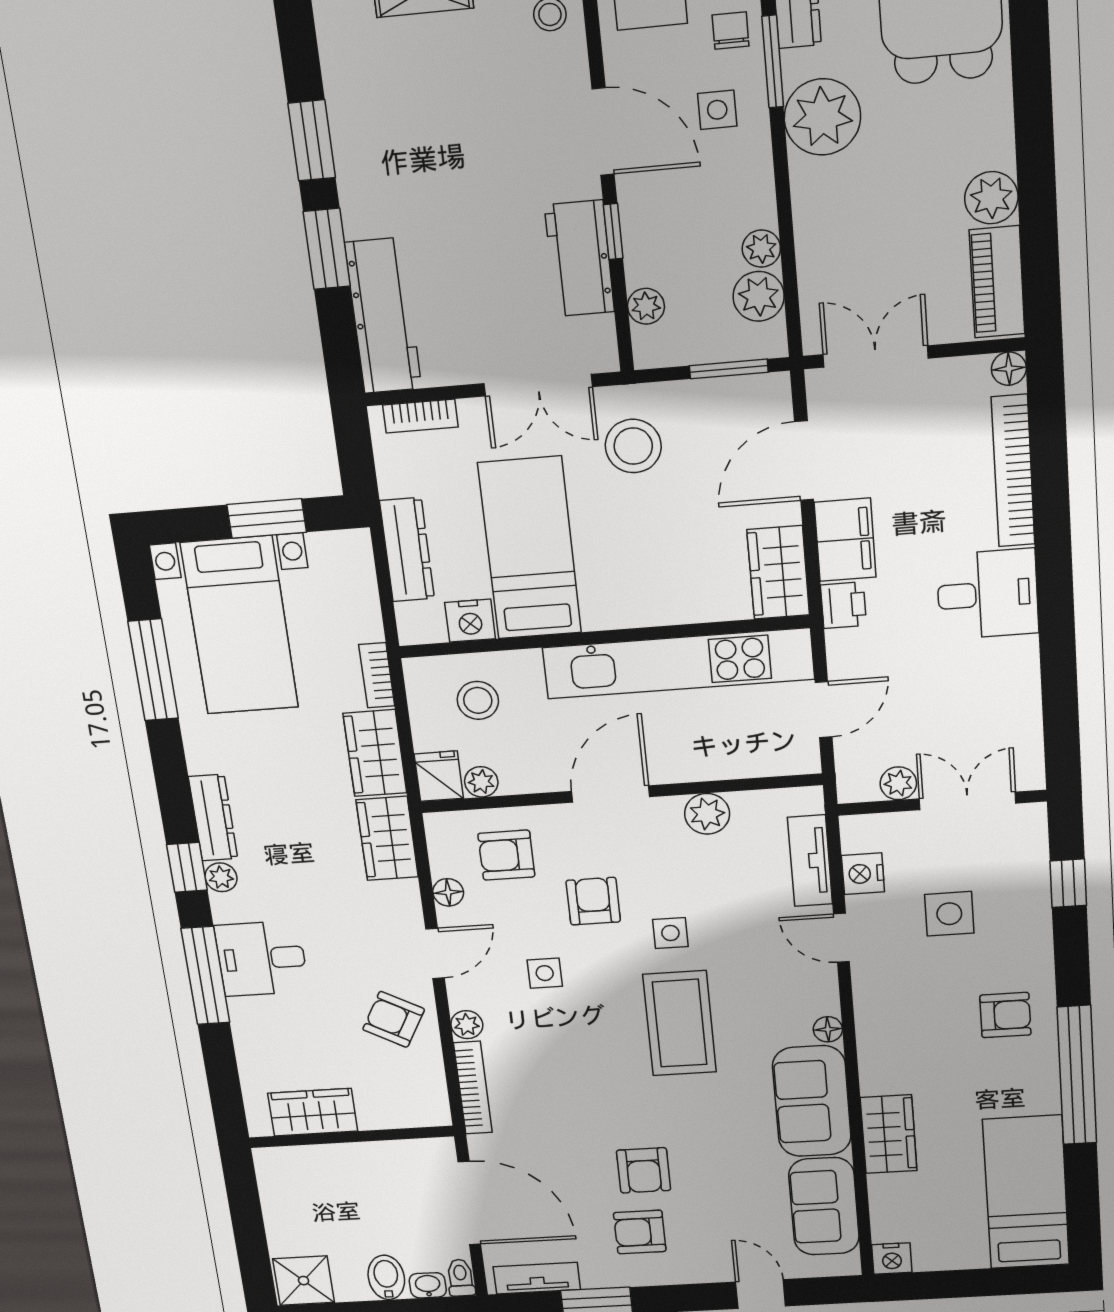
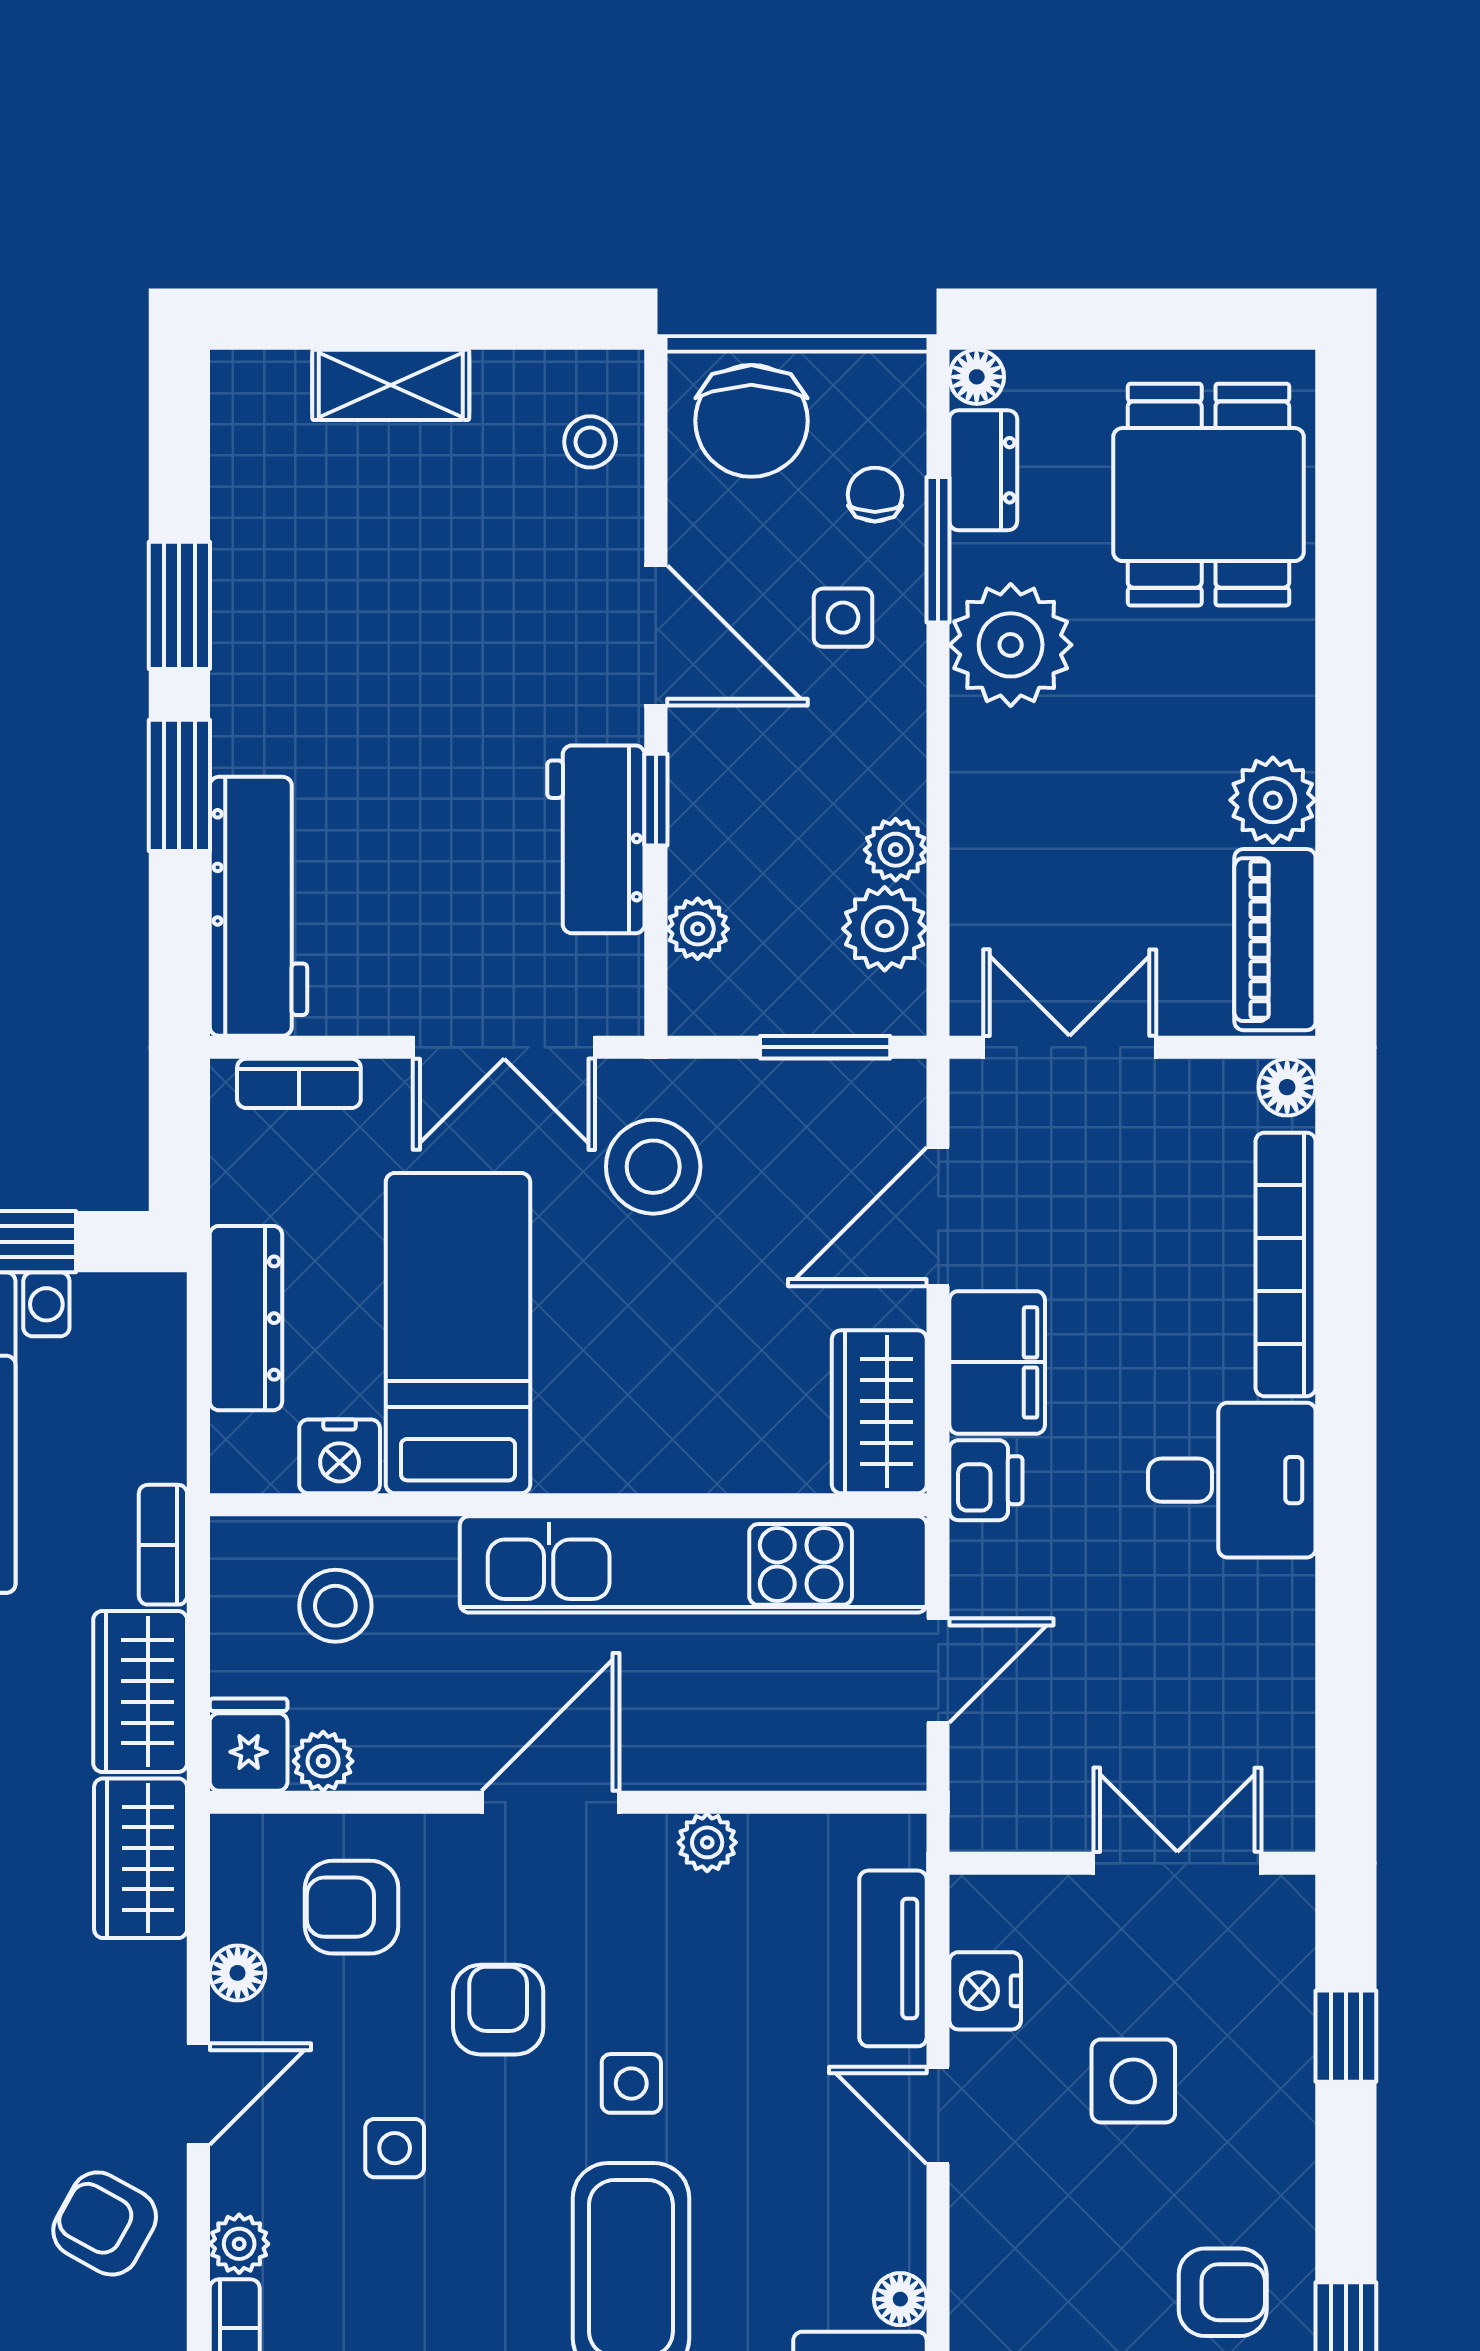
plant: (898, 783) -> (1059, 1820), removed
plant: (707, 814) -> (707, 1842), width x0.73, depth x0.73

